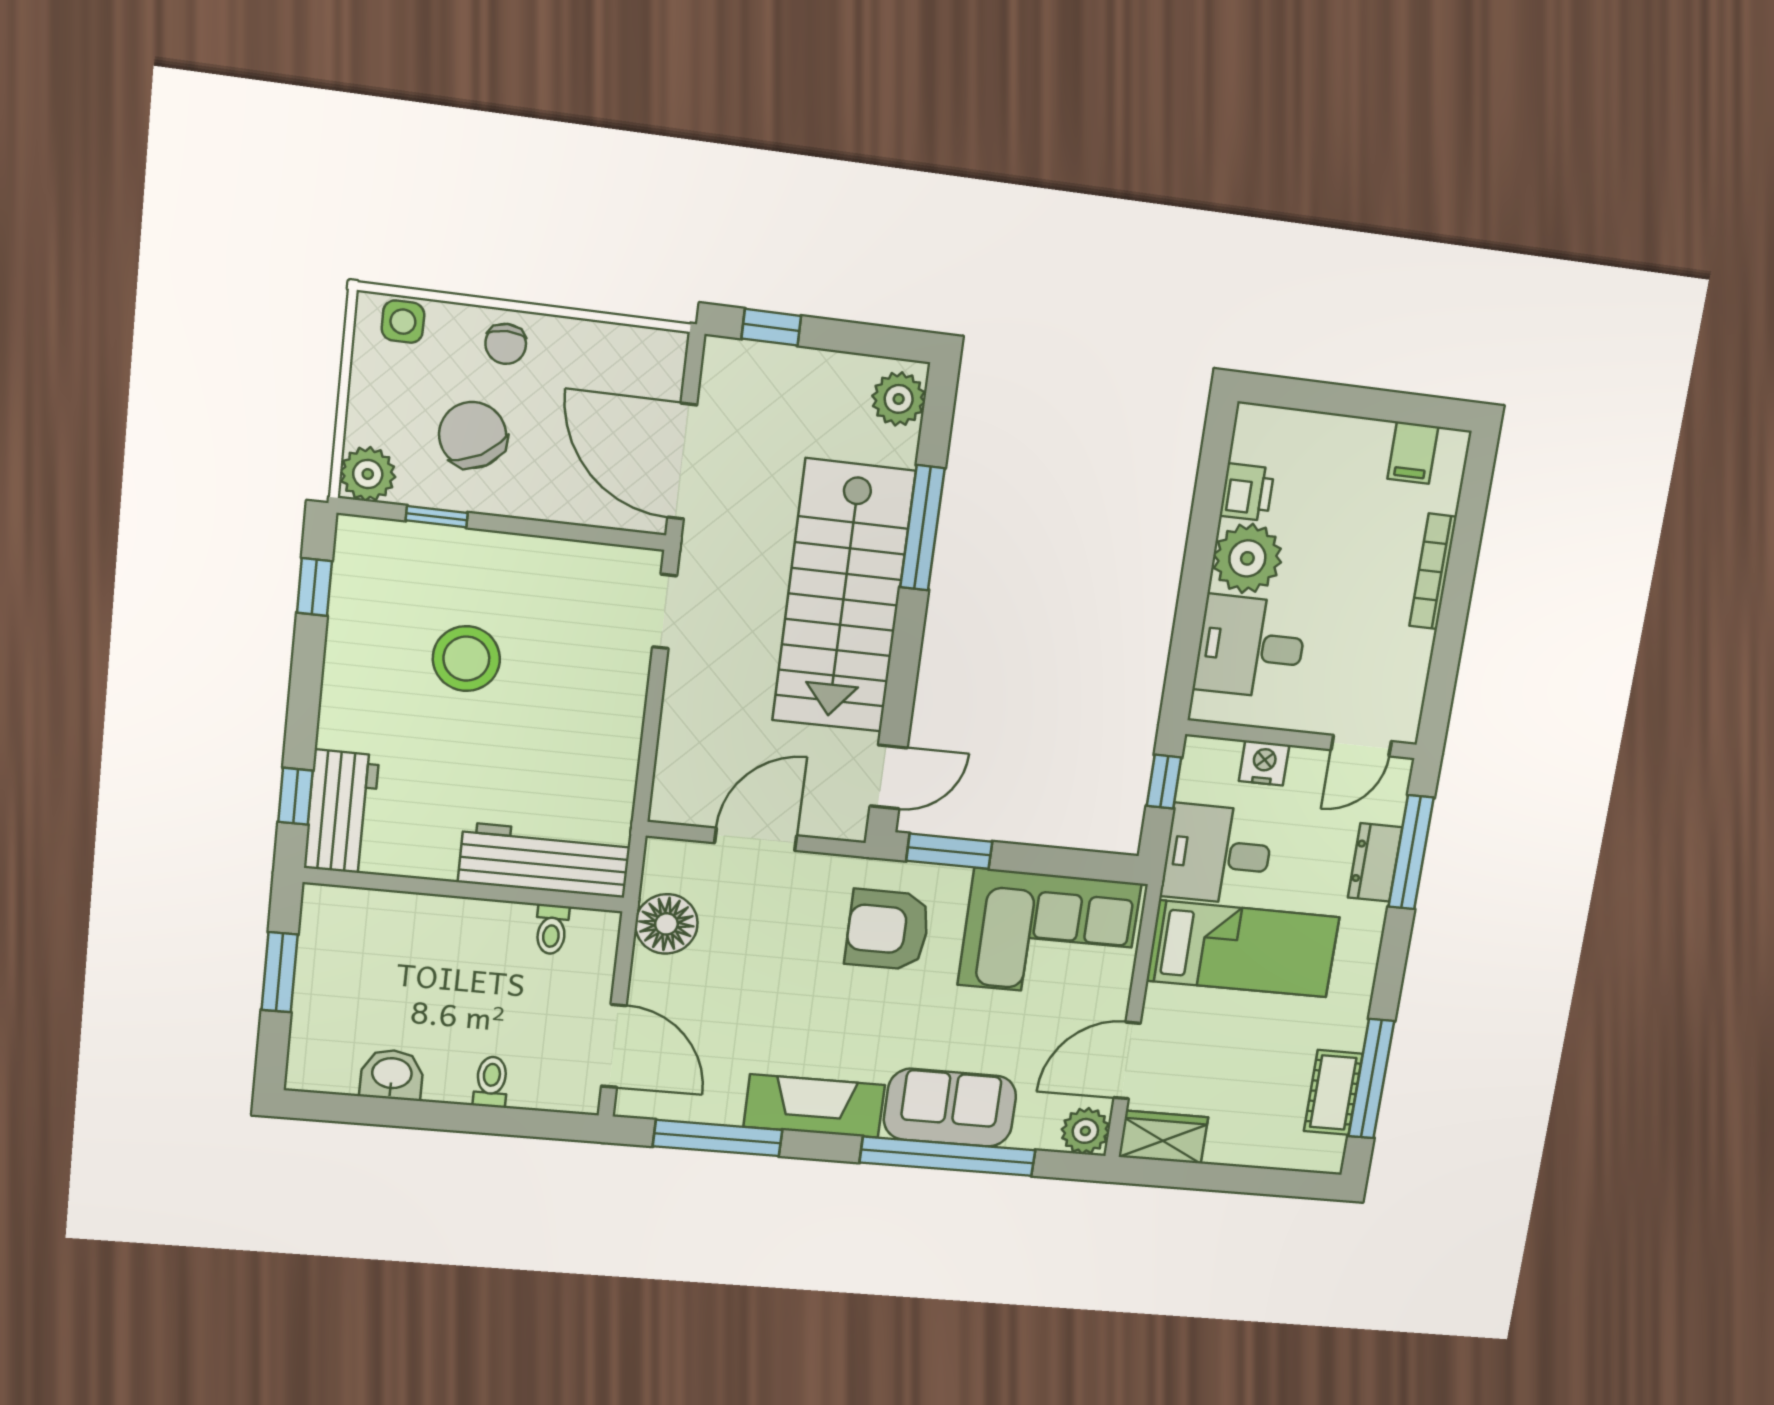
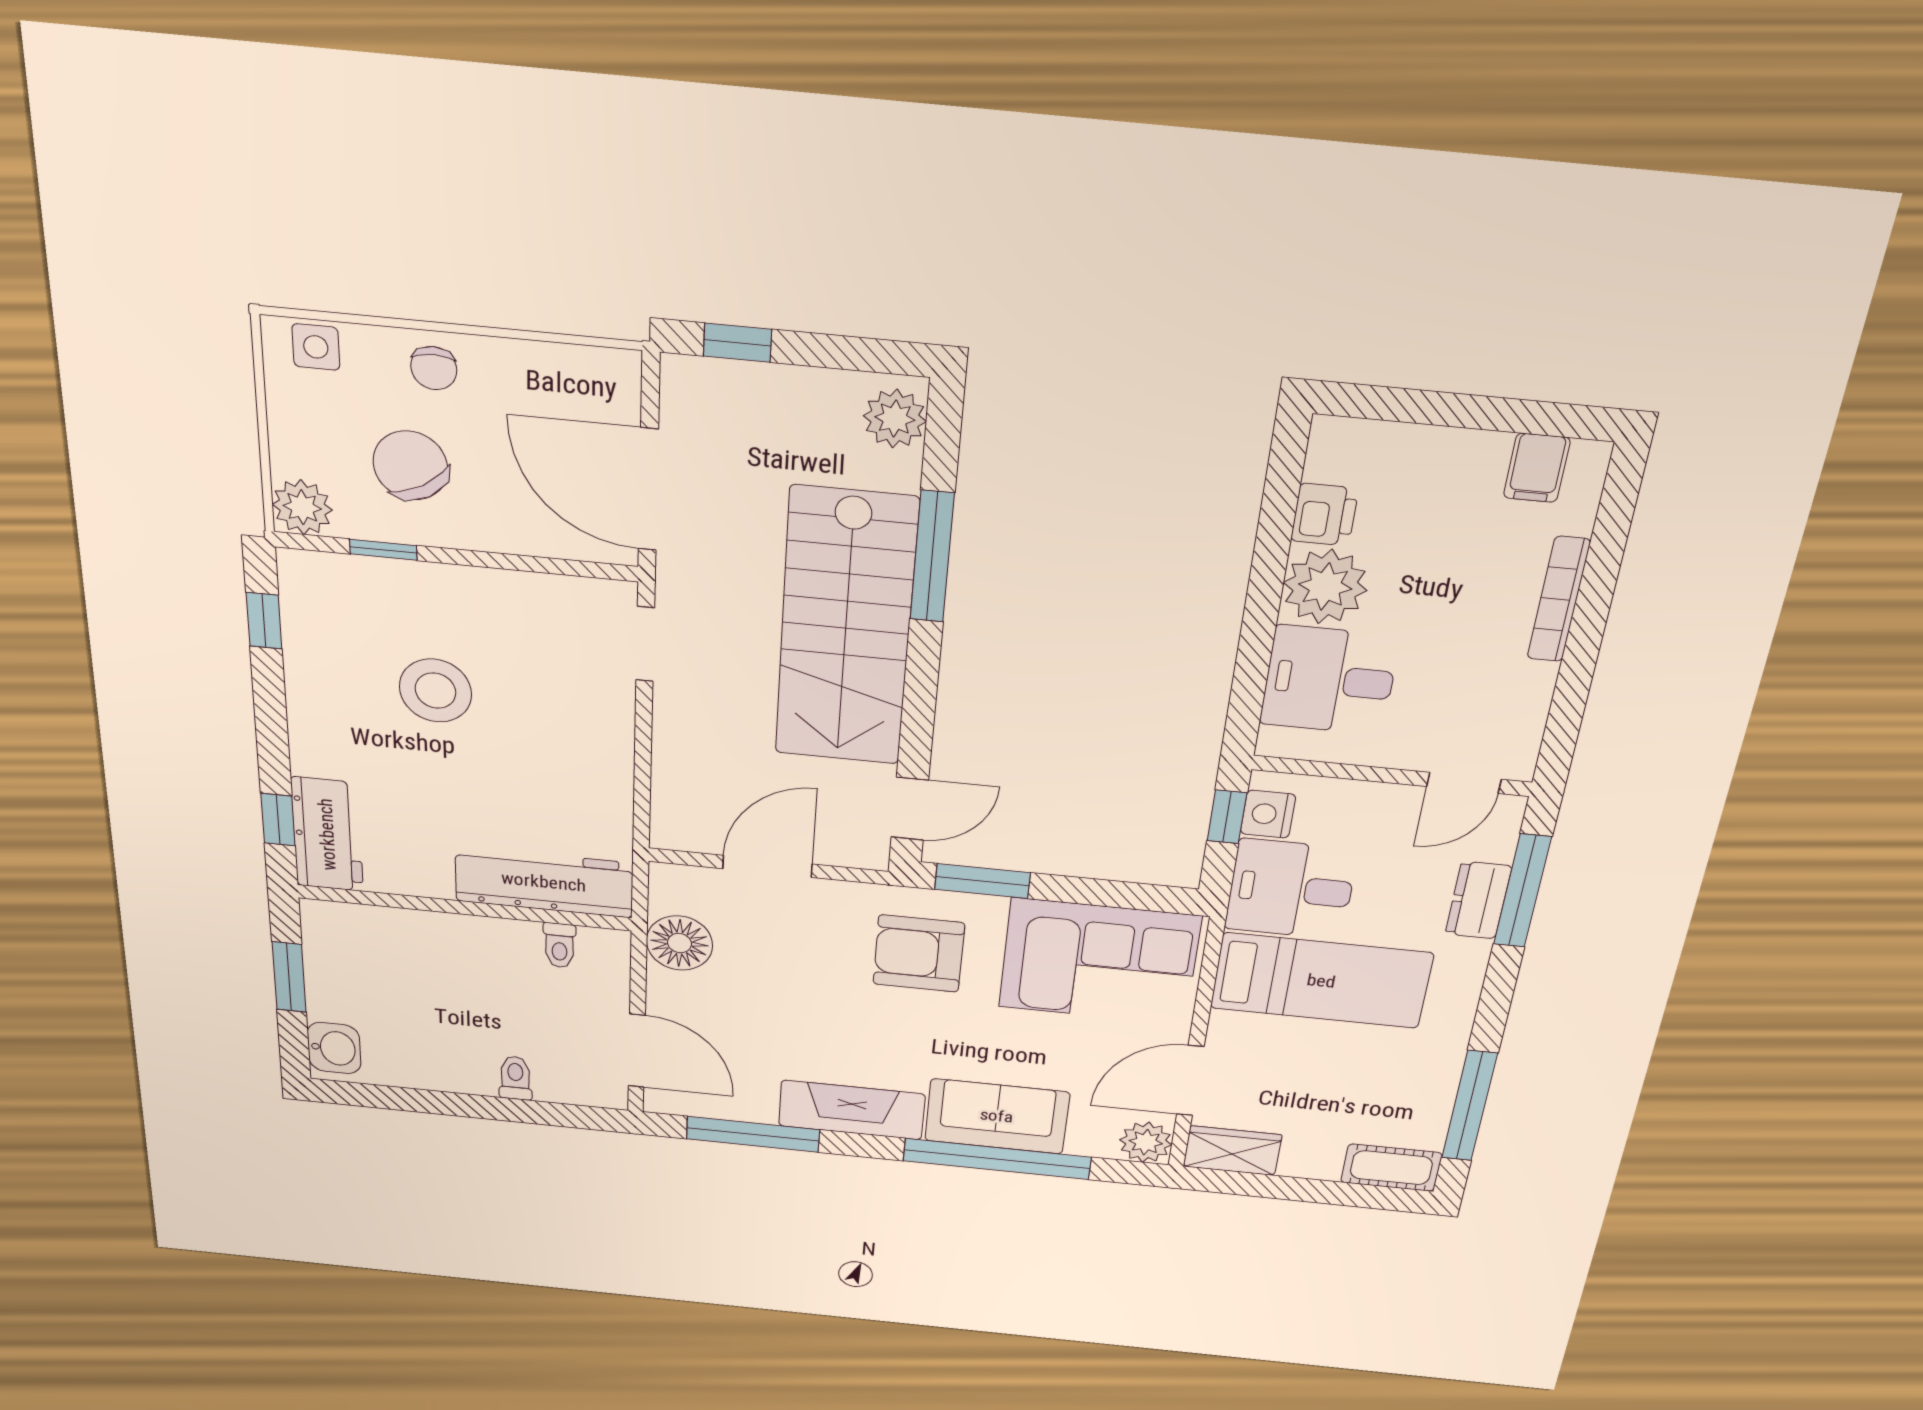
nightstand: (1264, 763) -> (1268, 814), moved, turned -90
washbasin: (392, 1075) -> (334, 1048), moved, turned 90
cot: (1333, 1092) -> (1391, 1168), moved, turned 90

